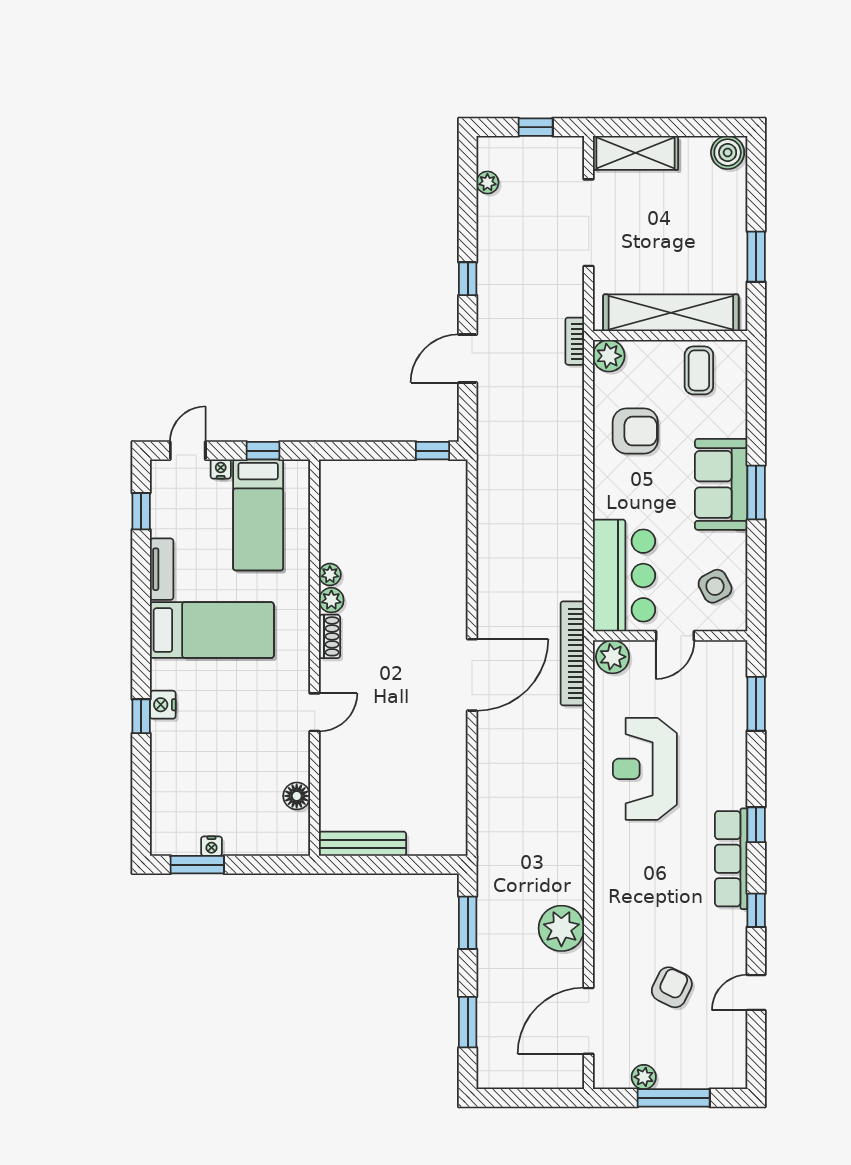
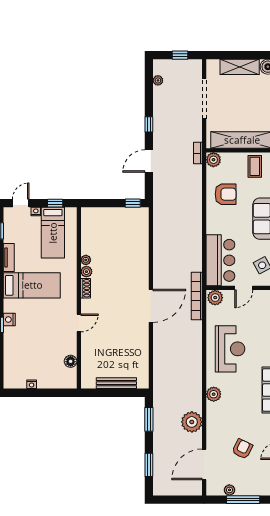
shelving: (636, 153) -> (240, 67), moved
reception desk: (645, 769) -> (230, 349), turned 180
bench: (363, 844) -> (116, 383), moved
window: (197, 865) -> (25, 393), removed
plant: (609, 868) -> (214, 394), added

